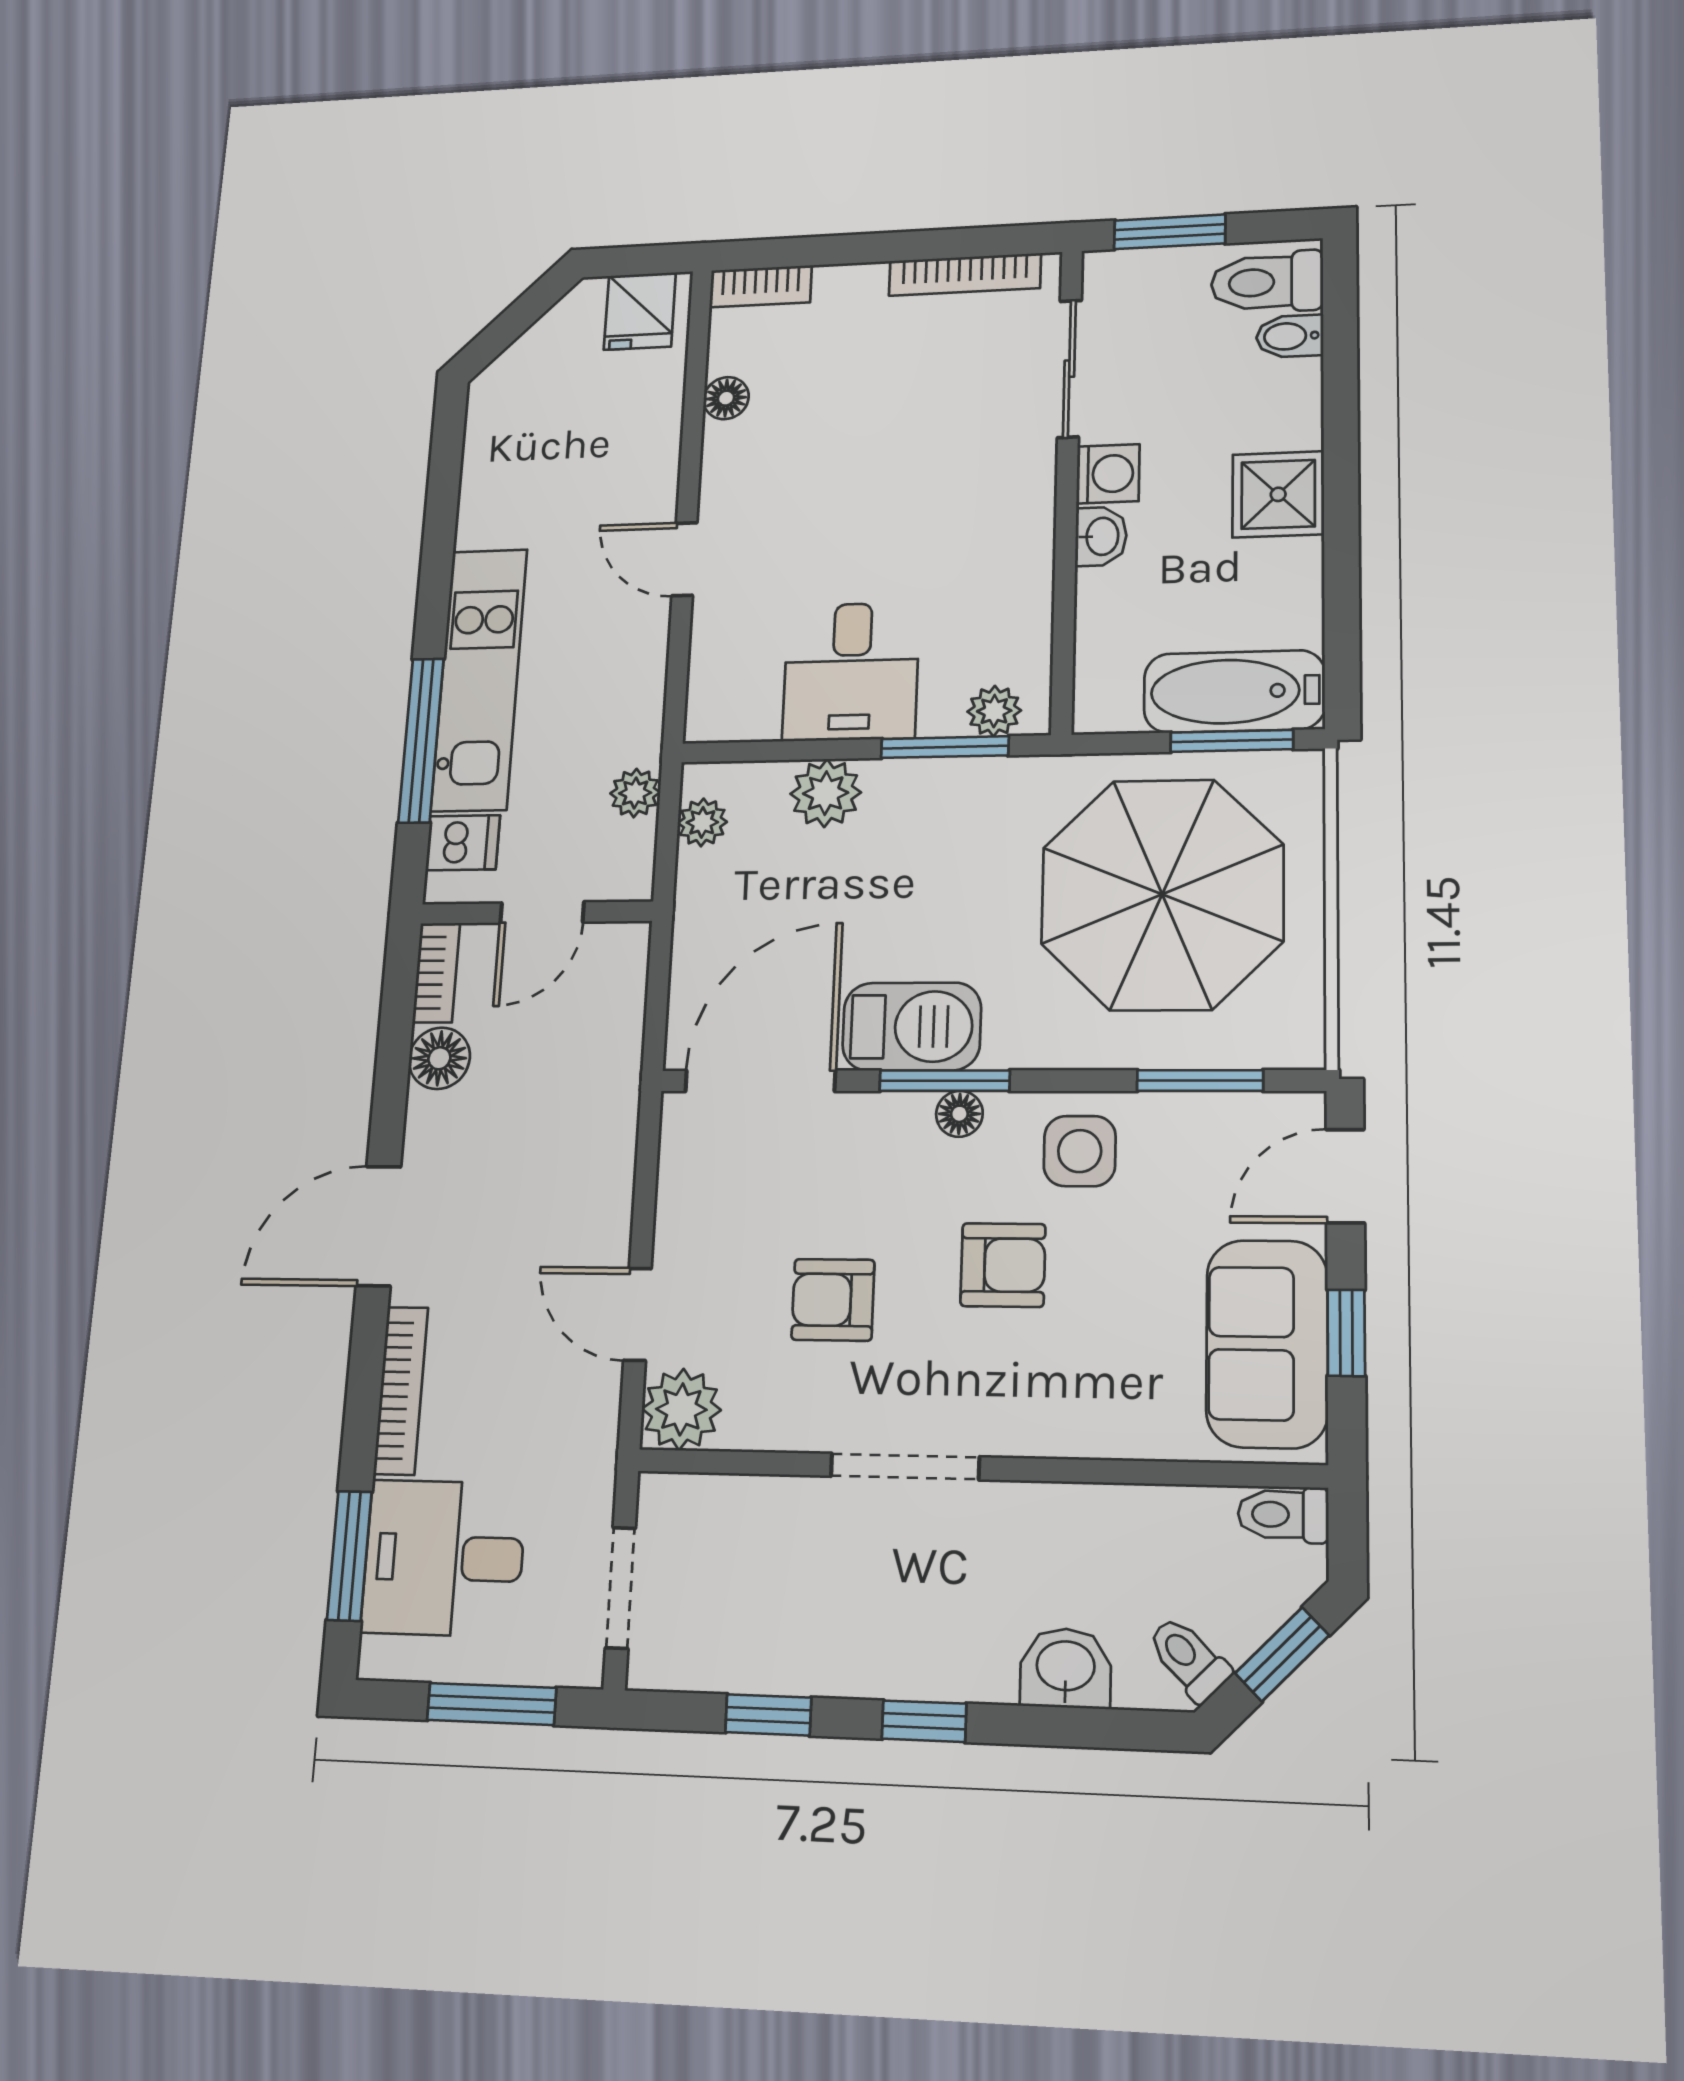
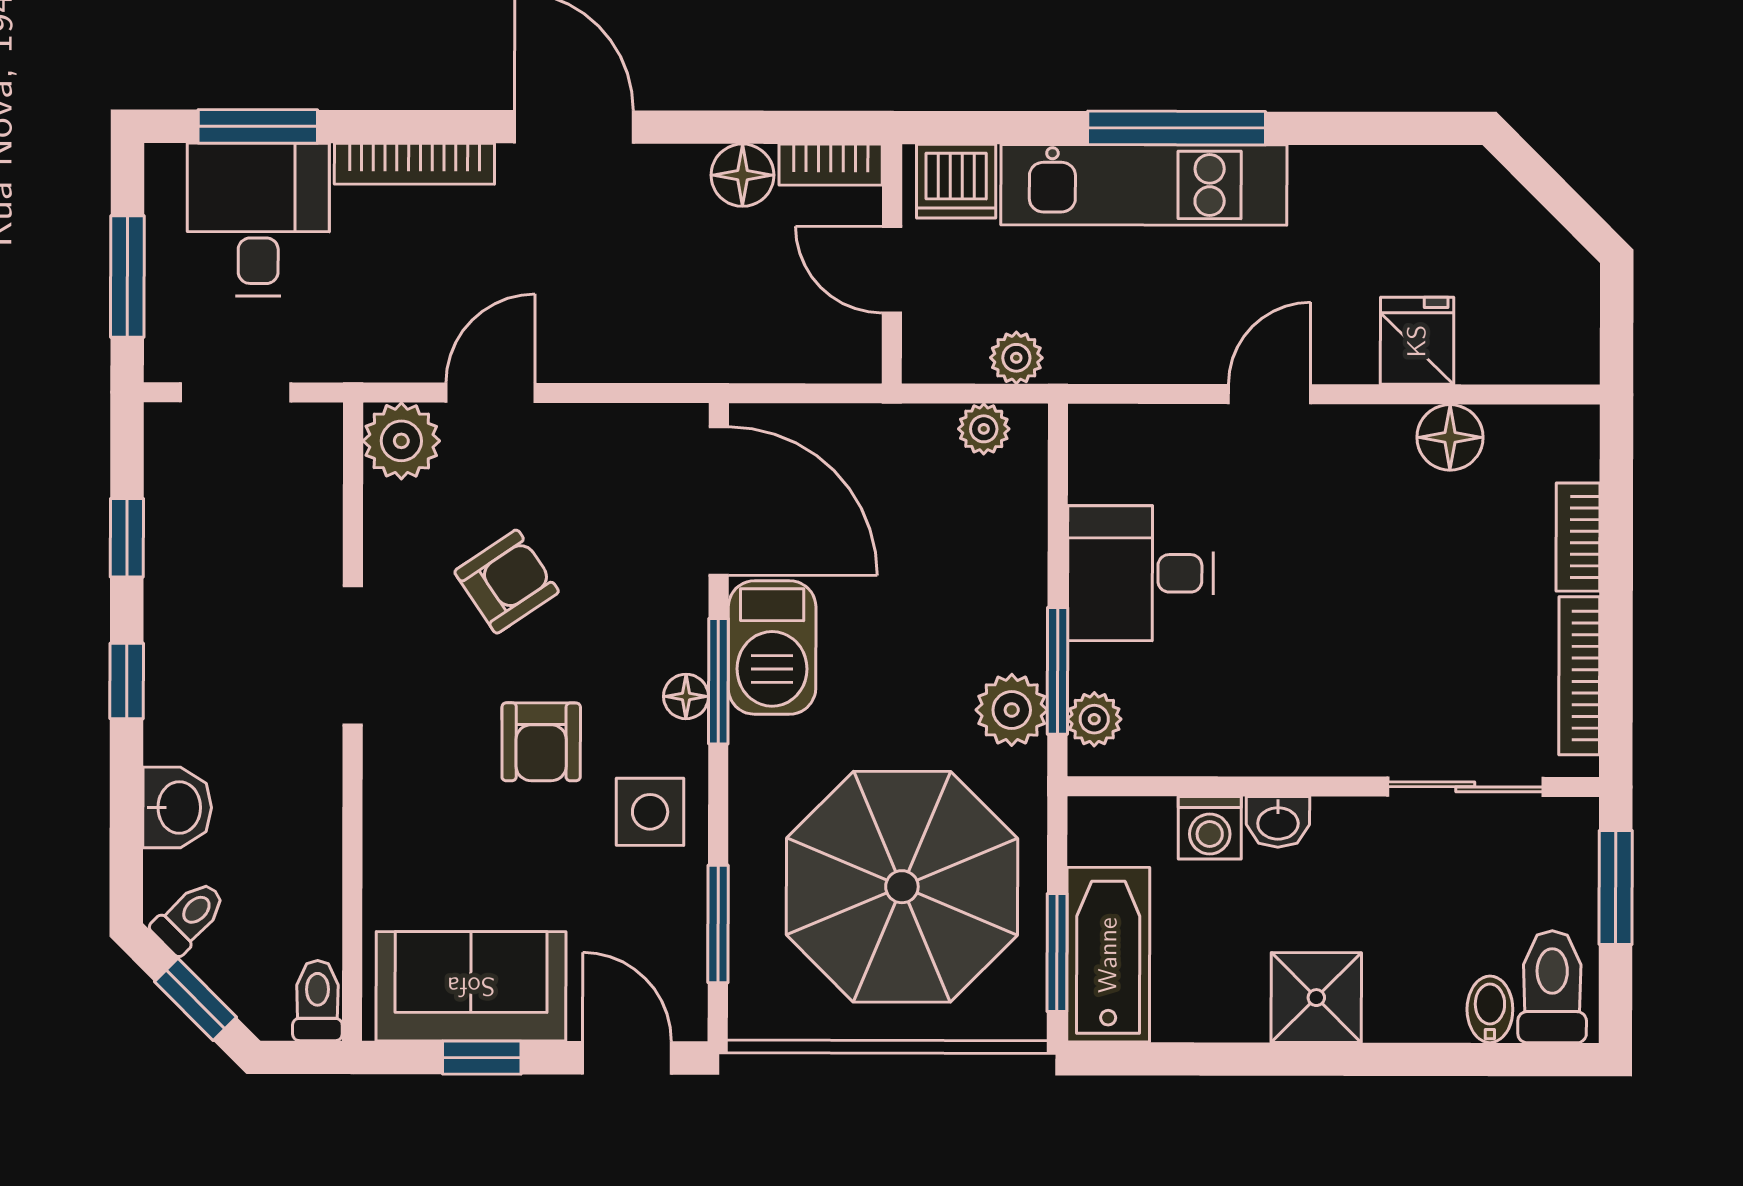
bookcase: (761, 286) -> (1578, 537), moved
fridge: (640, 311) -> (1417, 341), moved, turned 90
floor lamp: (726, 398) -> (1450, 437), width x1.37, depth x1.37
washing machine: (1108, 474) -> (1210, 828), moved
window: (421, 740) -> (1177, 128), moved
plant: (826, 793) -> (1012, 710), moved
dishwasher: (463, 843) -> (956, 181), width x1.38
armchair: (833, 1300) -> (507, 582), turned 56

